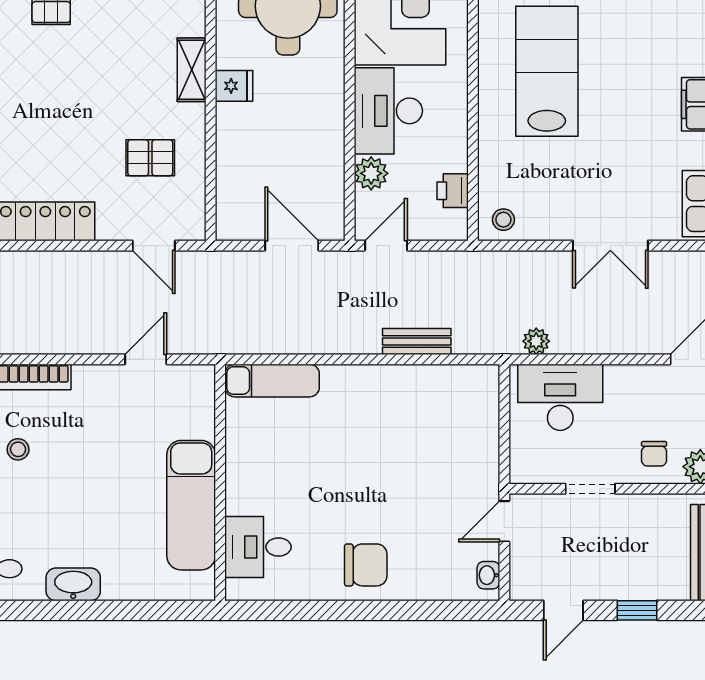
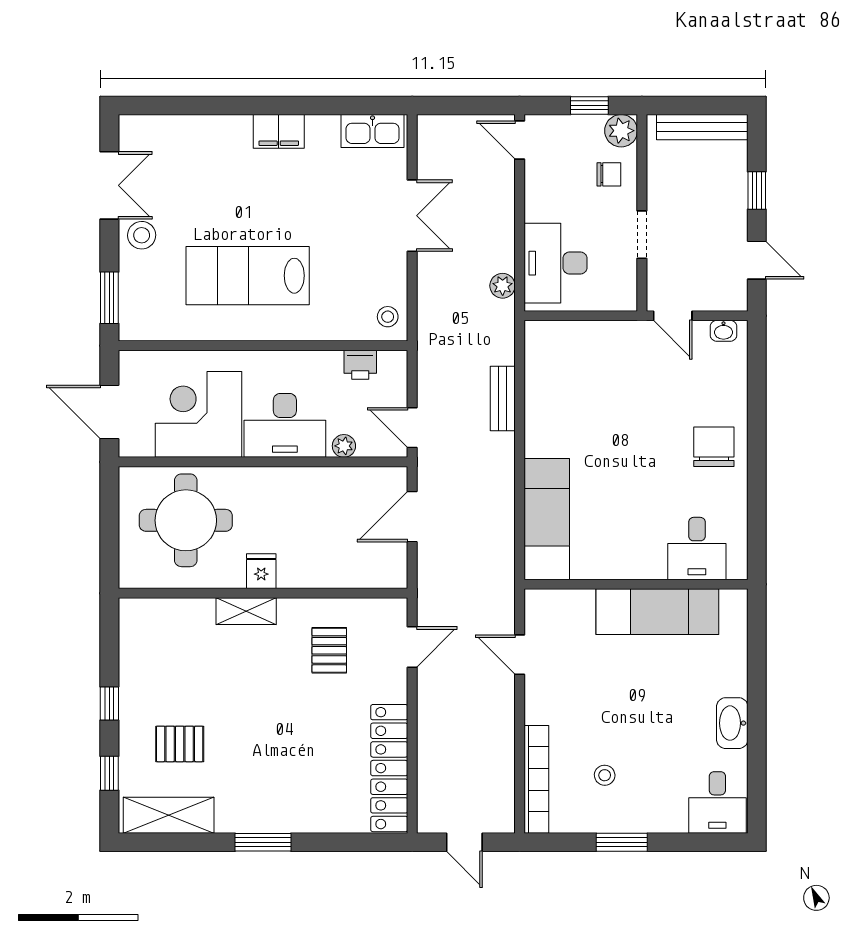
plant: (371, 173) -> (344, 446), width x0.73, depth x0.73
exam couch: (272, 381) -> (547, 519), width x1.36, depth x1.45

